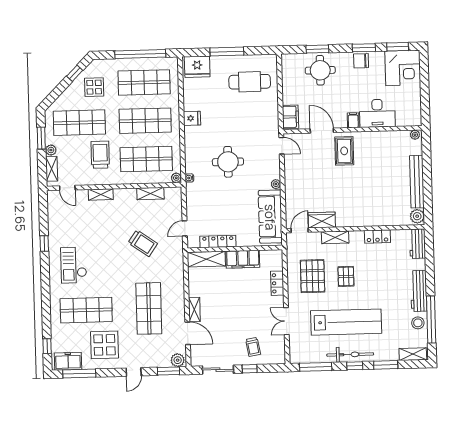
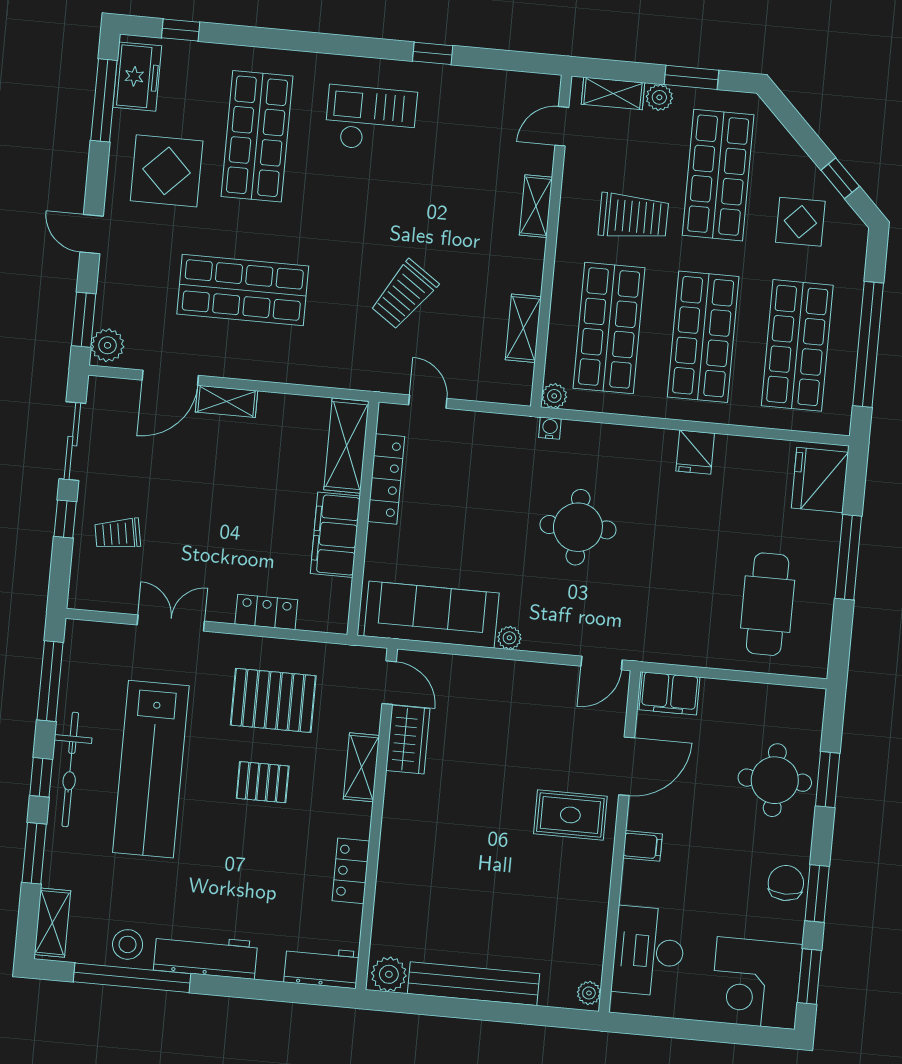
desk: (377, 113) -> (649, 951), moved

